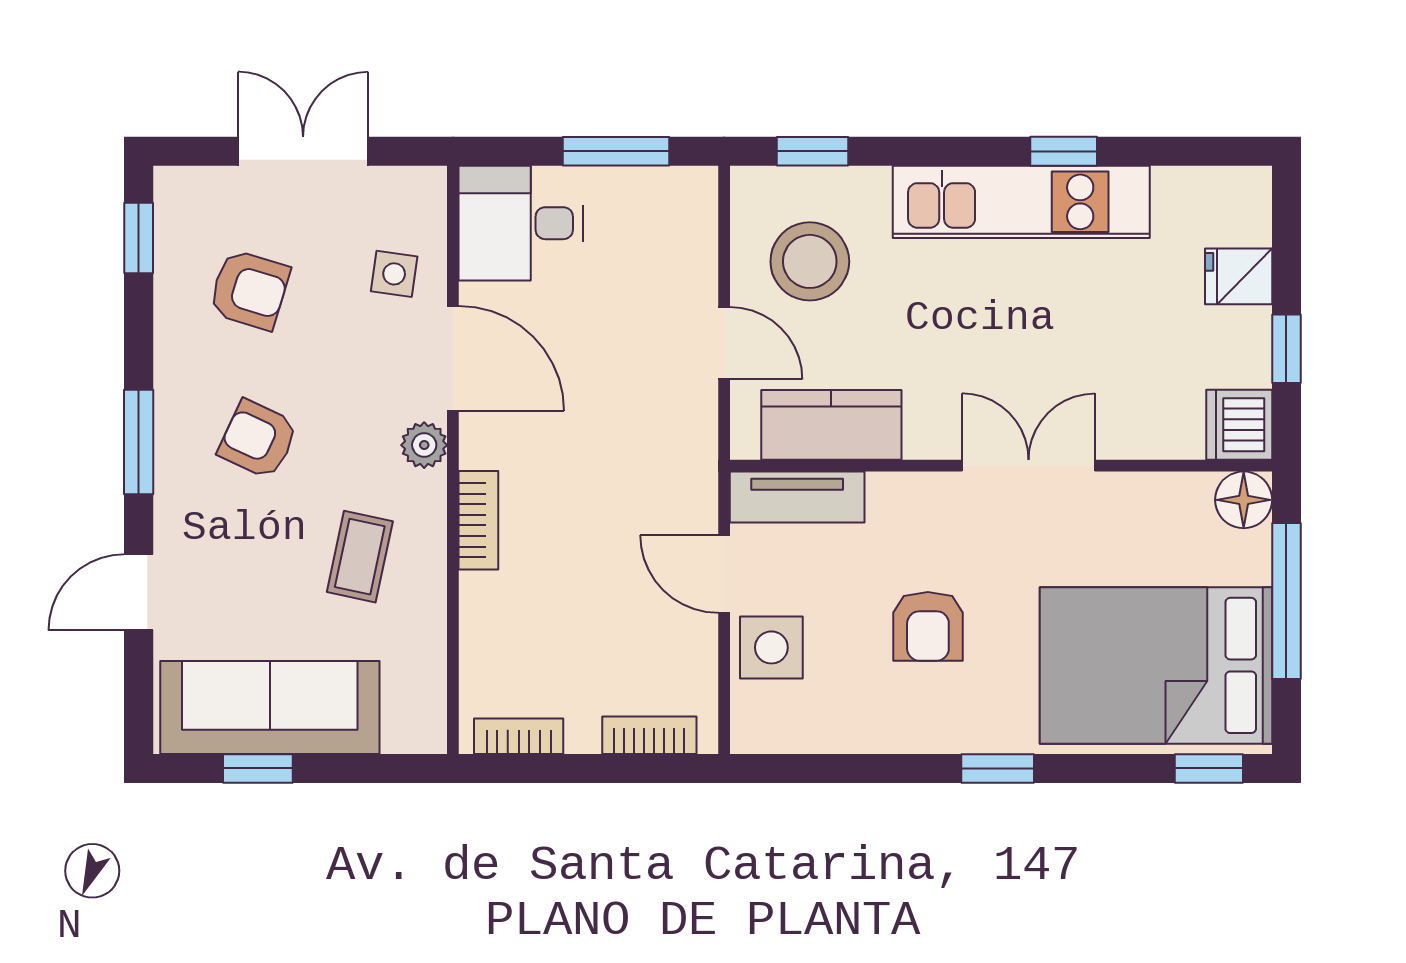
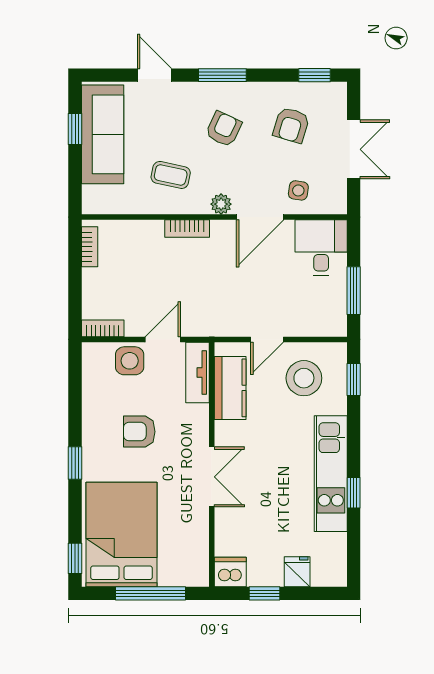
floor lamp: (1244, 500) -> (196, 574), removed
bookcase: (649, 735) -> (103, 328), moved, turned -90

